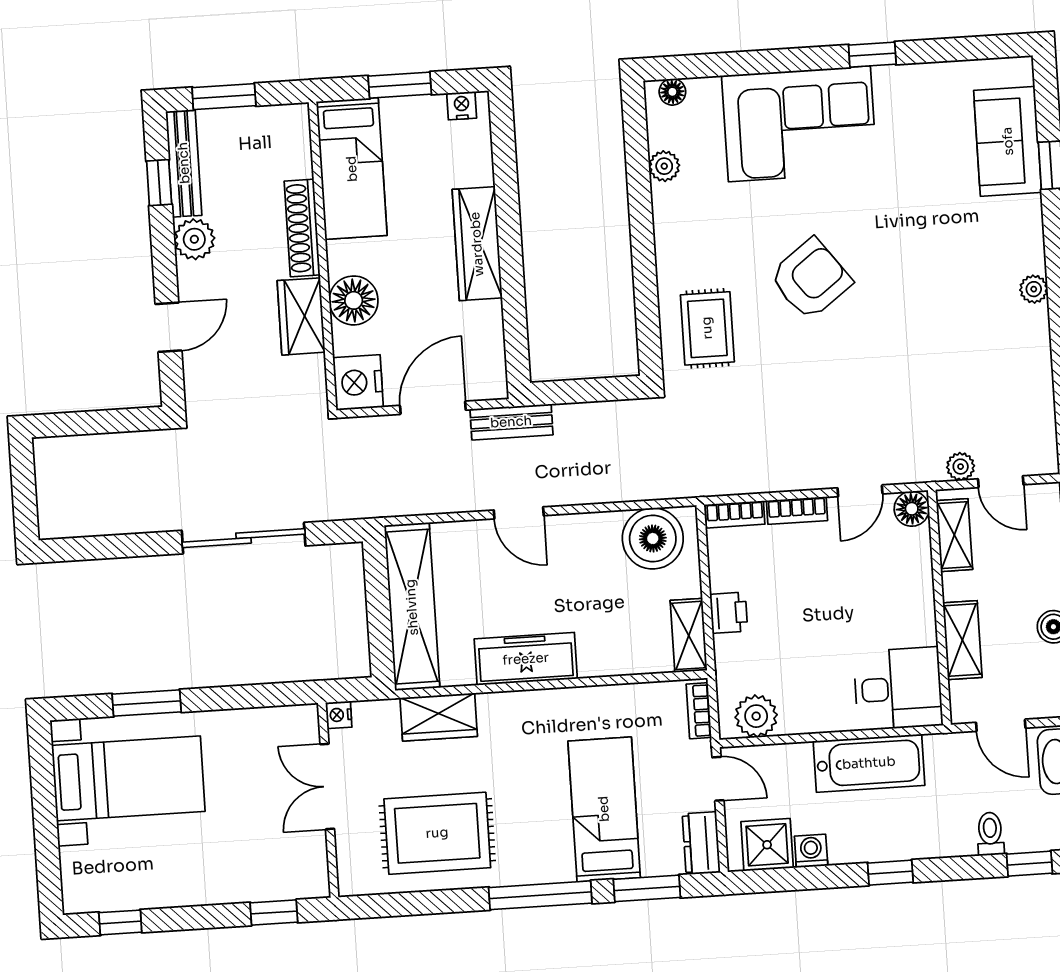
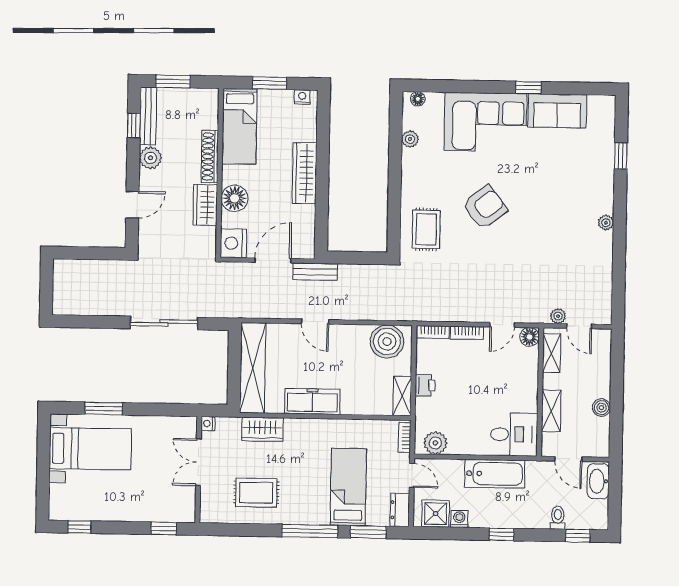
sofa: (1008, 141) -> (557, 111), moved, turned -90
rug: (437, 833) -> (256, 493), width x0.73, depth x0.70

